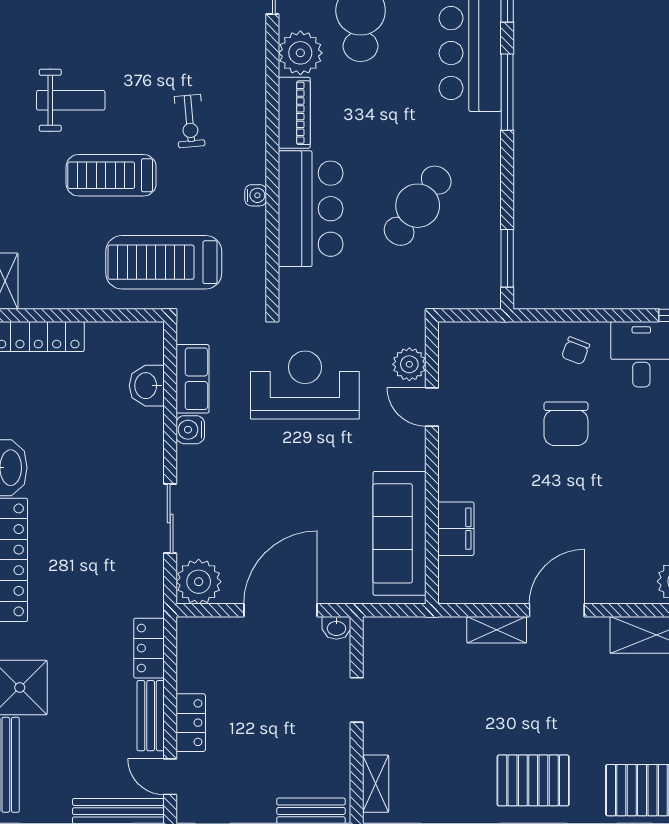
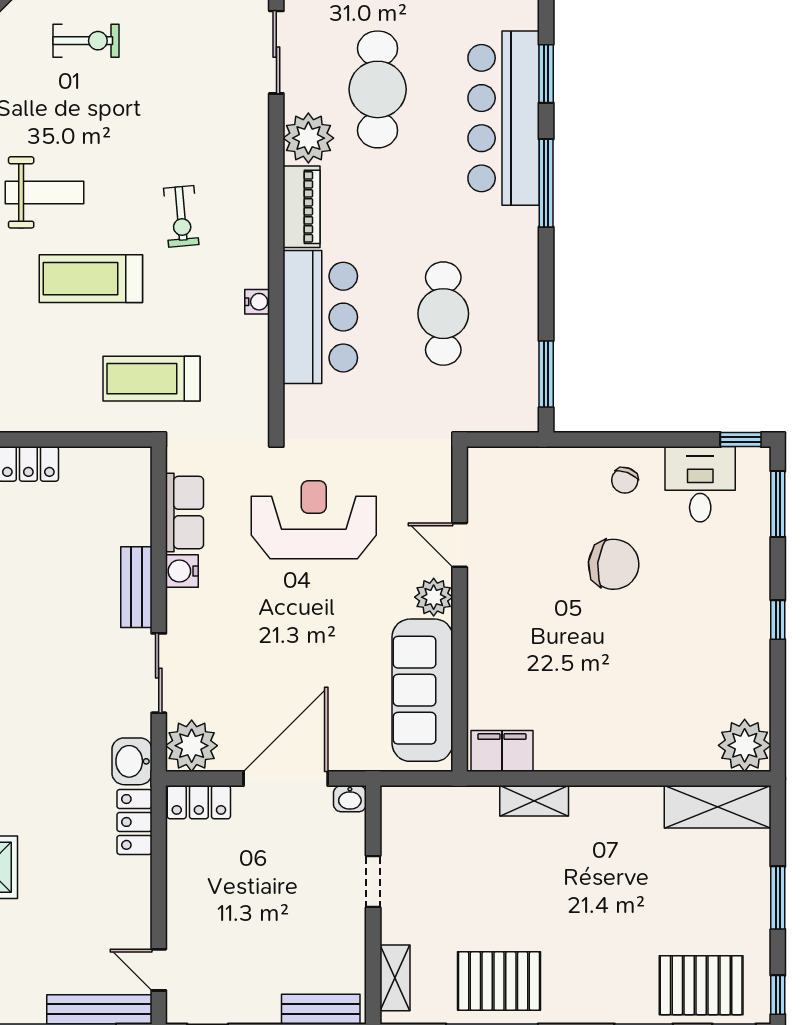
cafe table: (418, 206) -> (443, 314), turned -36
treadmill: (164, 262) -> (151, 379), width x0.73, depth x0.73
plant: (409, 364) -> (434, 597), moved
washbasin: (147, 386) -> (132, 761), moved
chair: (566, 424) -> (614, 564), turned -84
filing cabinet: (456, 529) -> (502, 751), moved, turned -90
door: (557, 610) -> (603, 779), removed
bench: (151, 716) -> (136, 587), moved
locker: (191, 723) -> (199, 802), moved, turned 90
pallet: (533, 780) -> (499, 981), moved

